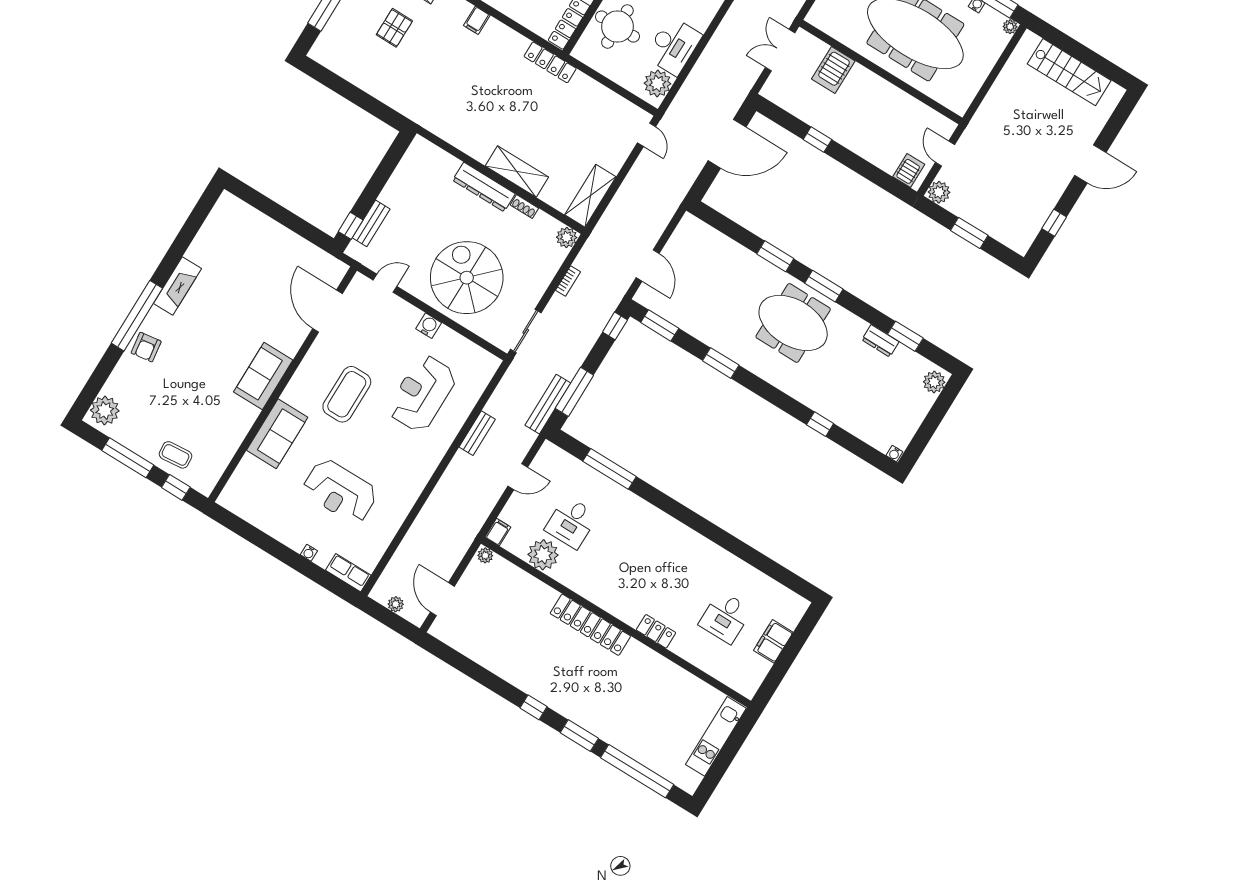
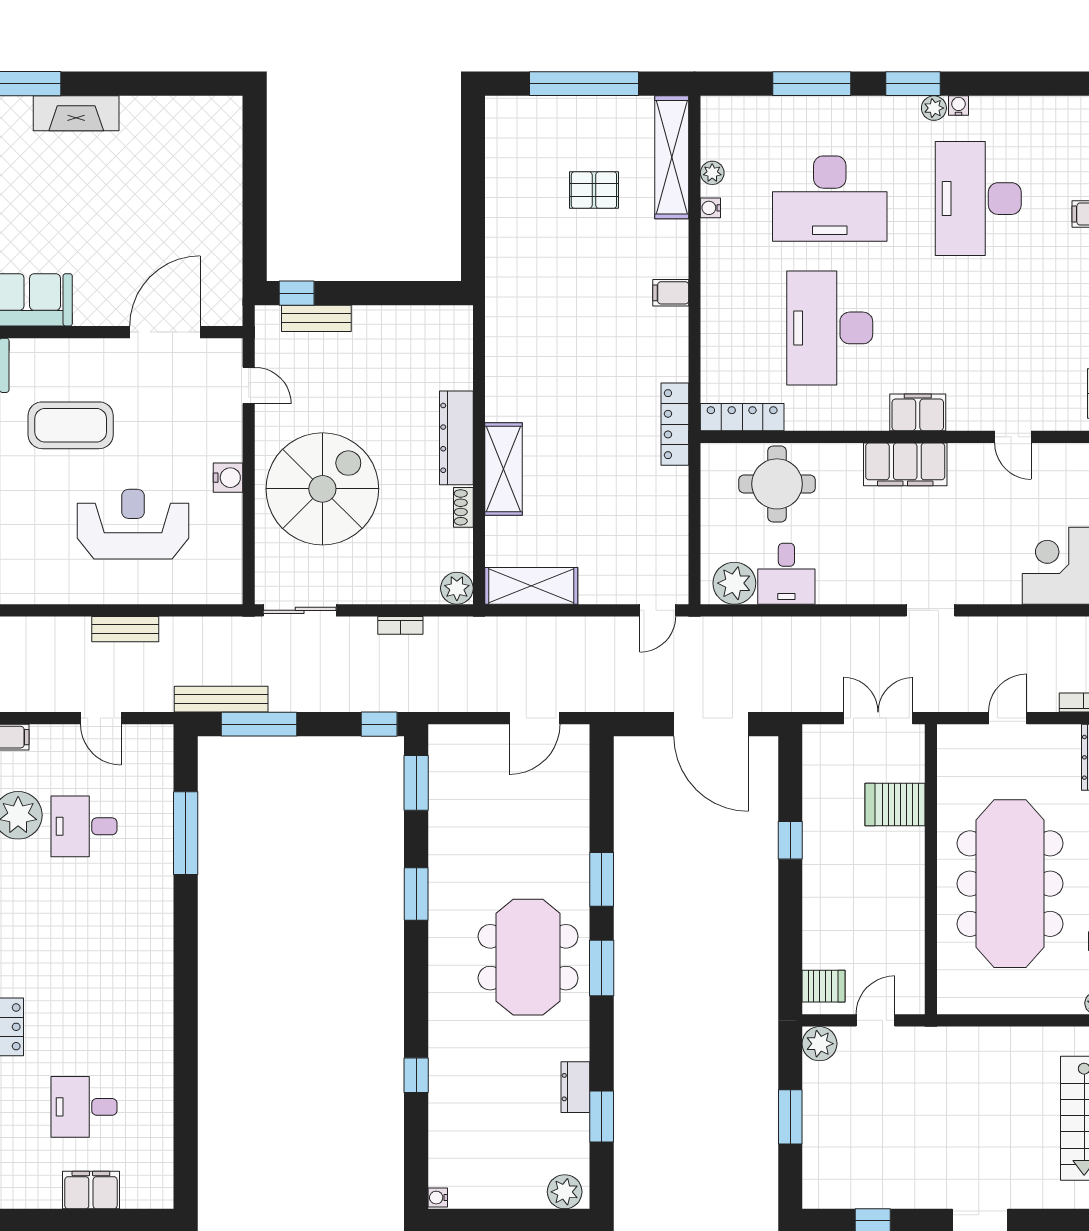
desk: (673, 46) -> (786, 574), width x0.73
door: (648, 265) -> (535, 718), moved

